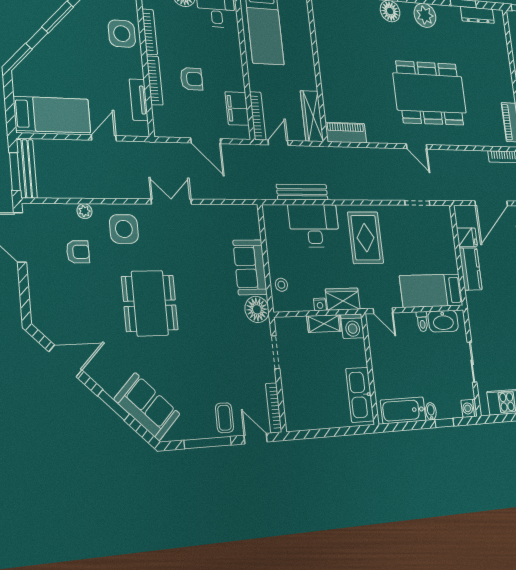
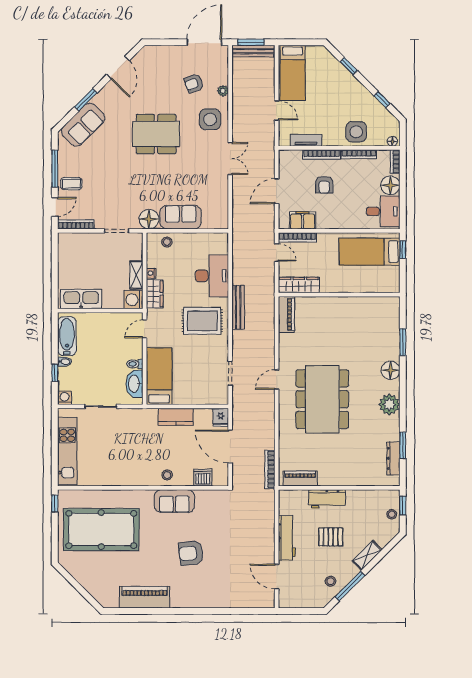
bench: (302, 192) -> (238, 307), moved
fridge: (467, 237) -> (221, 417), moved
armchair: (78, 252) -> (194, 83), turned 69

